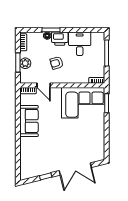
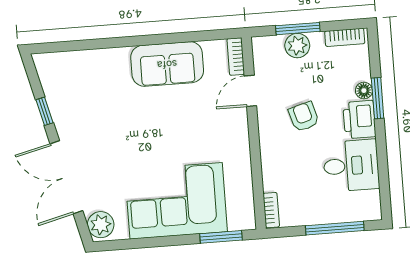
corner sofa: (83, 103) -> (176, 201), moved, turned 90
plant: (97, 156) -> (101, 225), added

